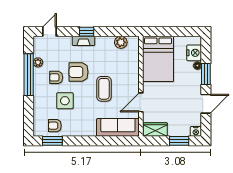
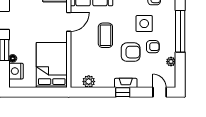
door: (49, 32) -> (160, 92), swing flipped
window: (29, 75) -> (180, 31), moved

